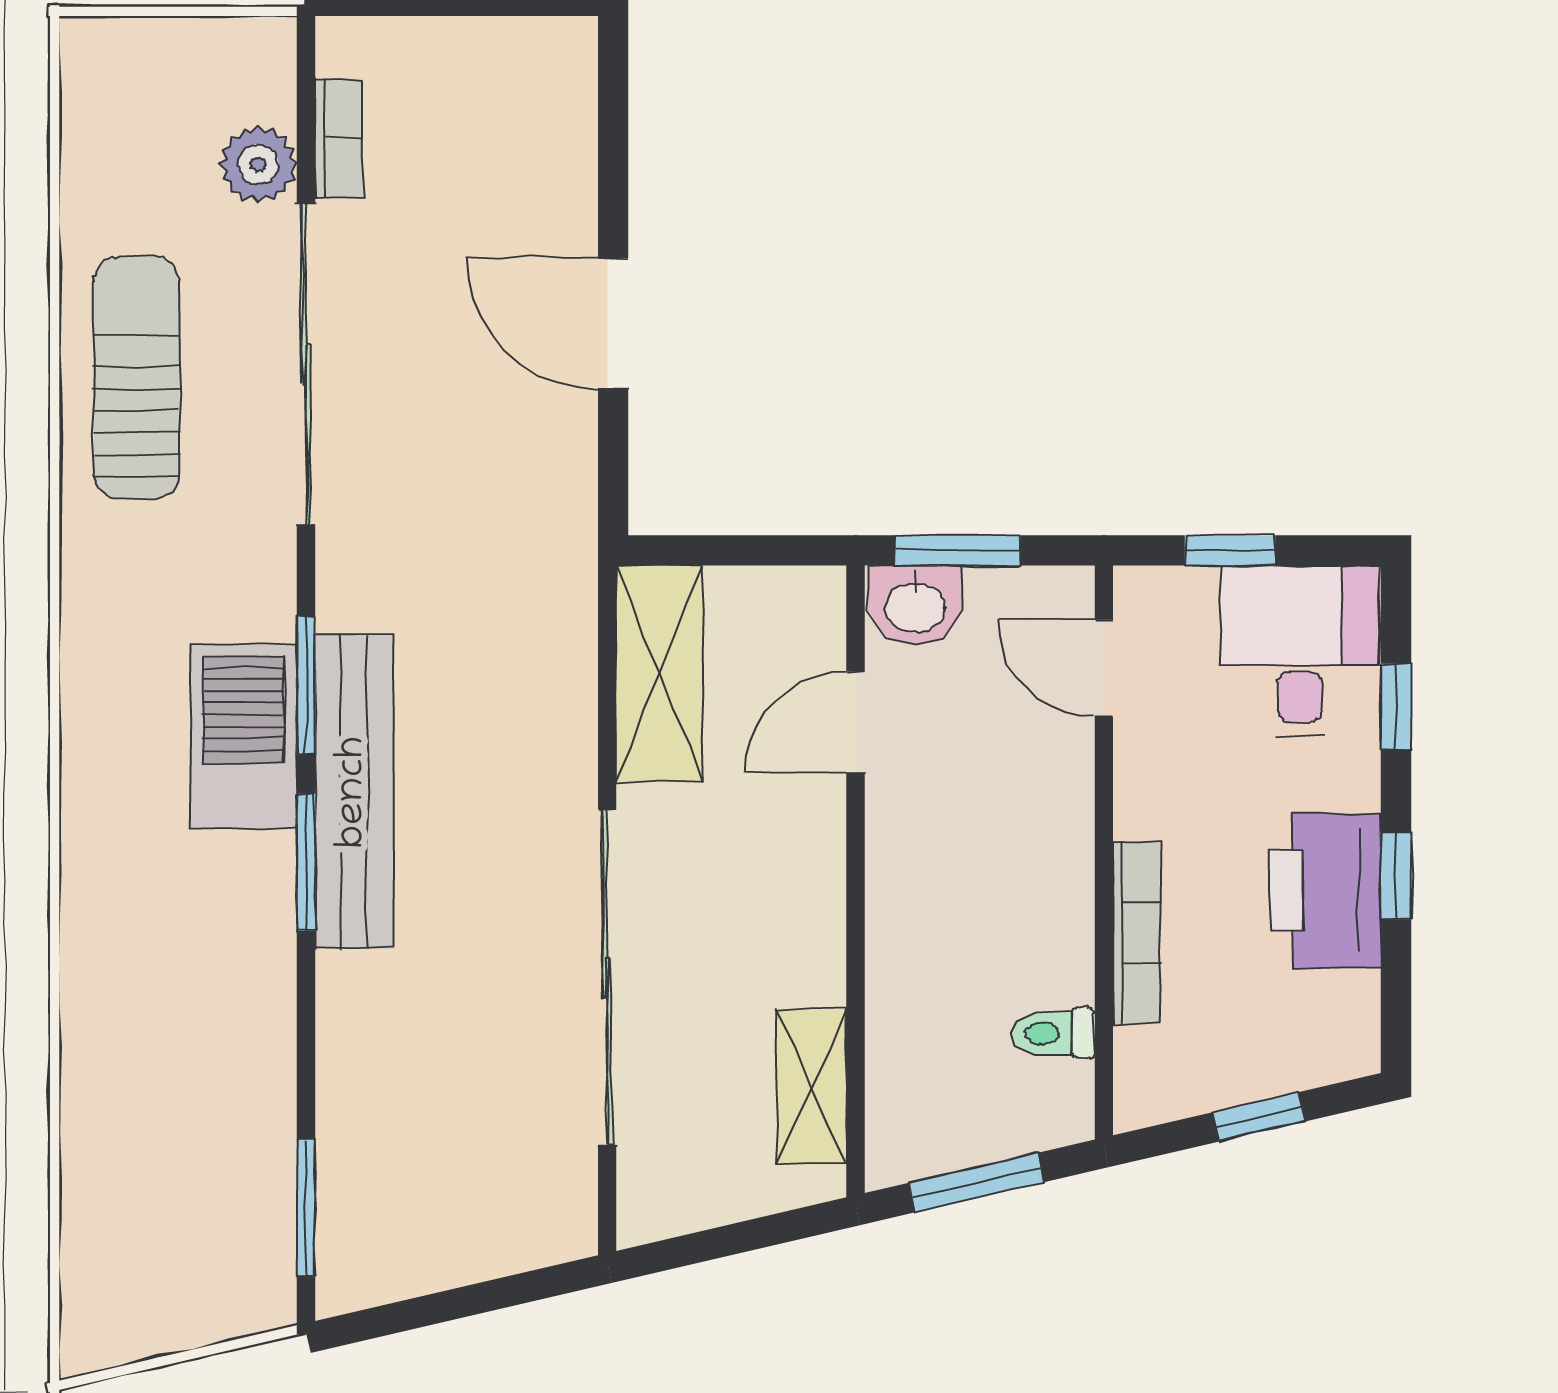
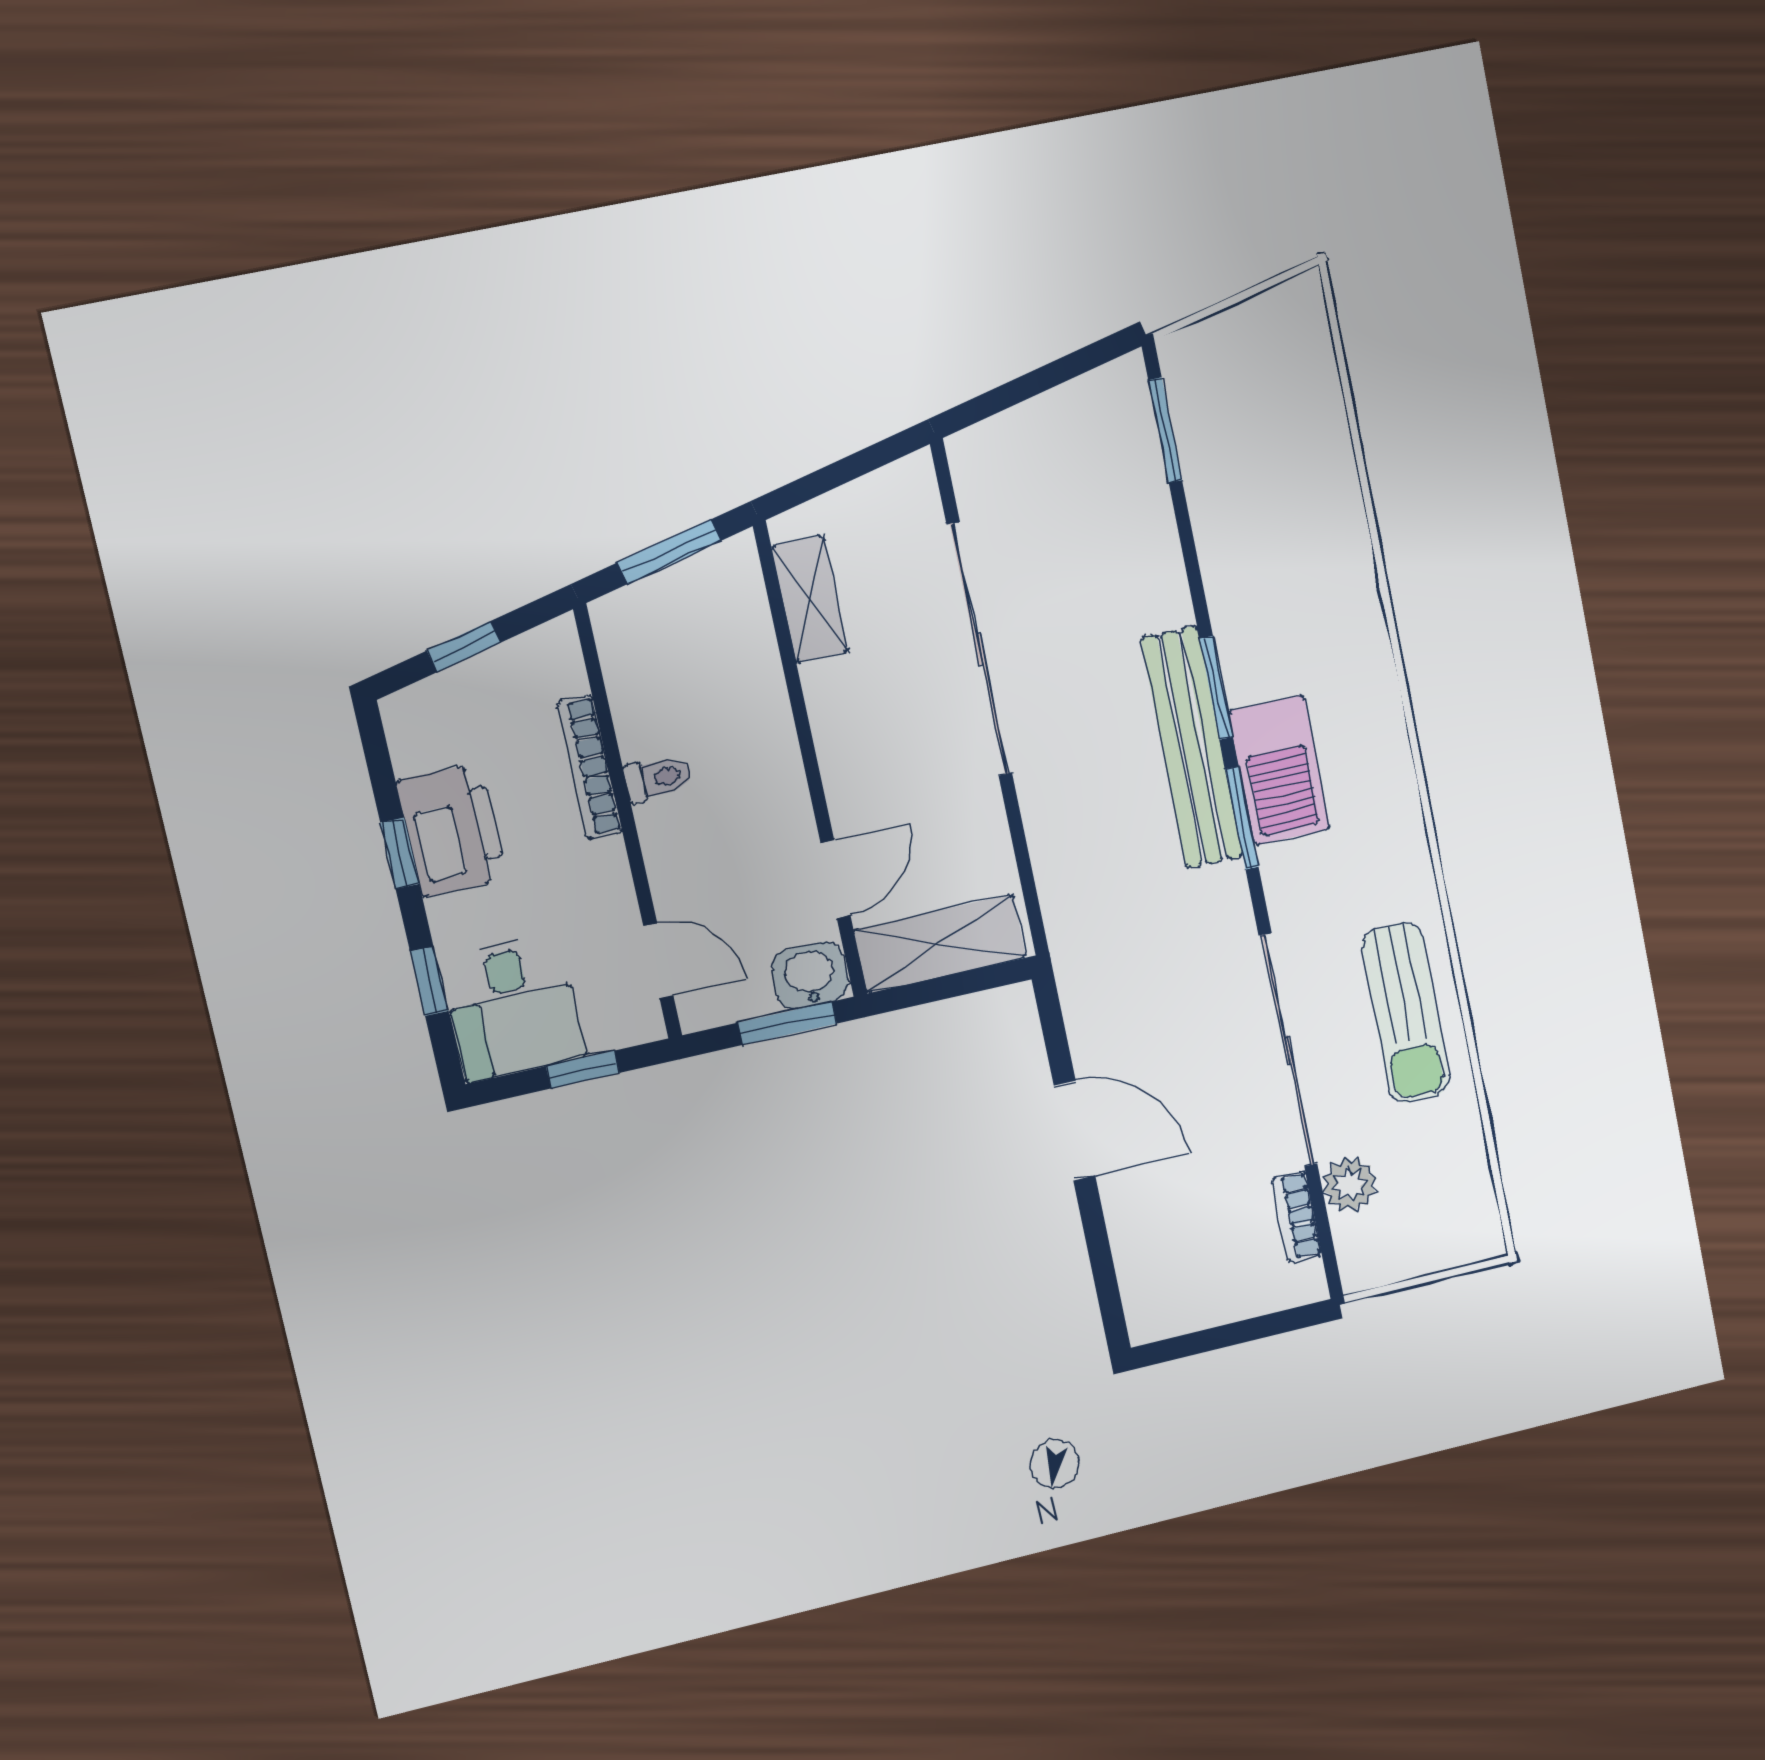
shelving: (660, 674) -> (940, 944), moved, turned 90
toilet: (1053, 1033) -> (658, 778), moved

